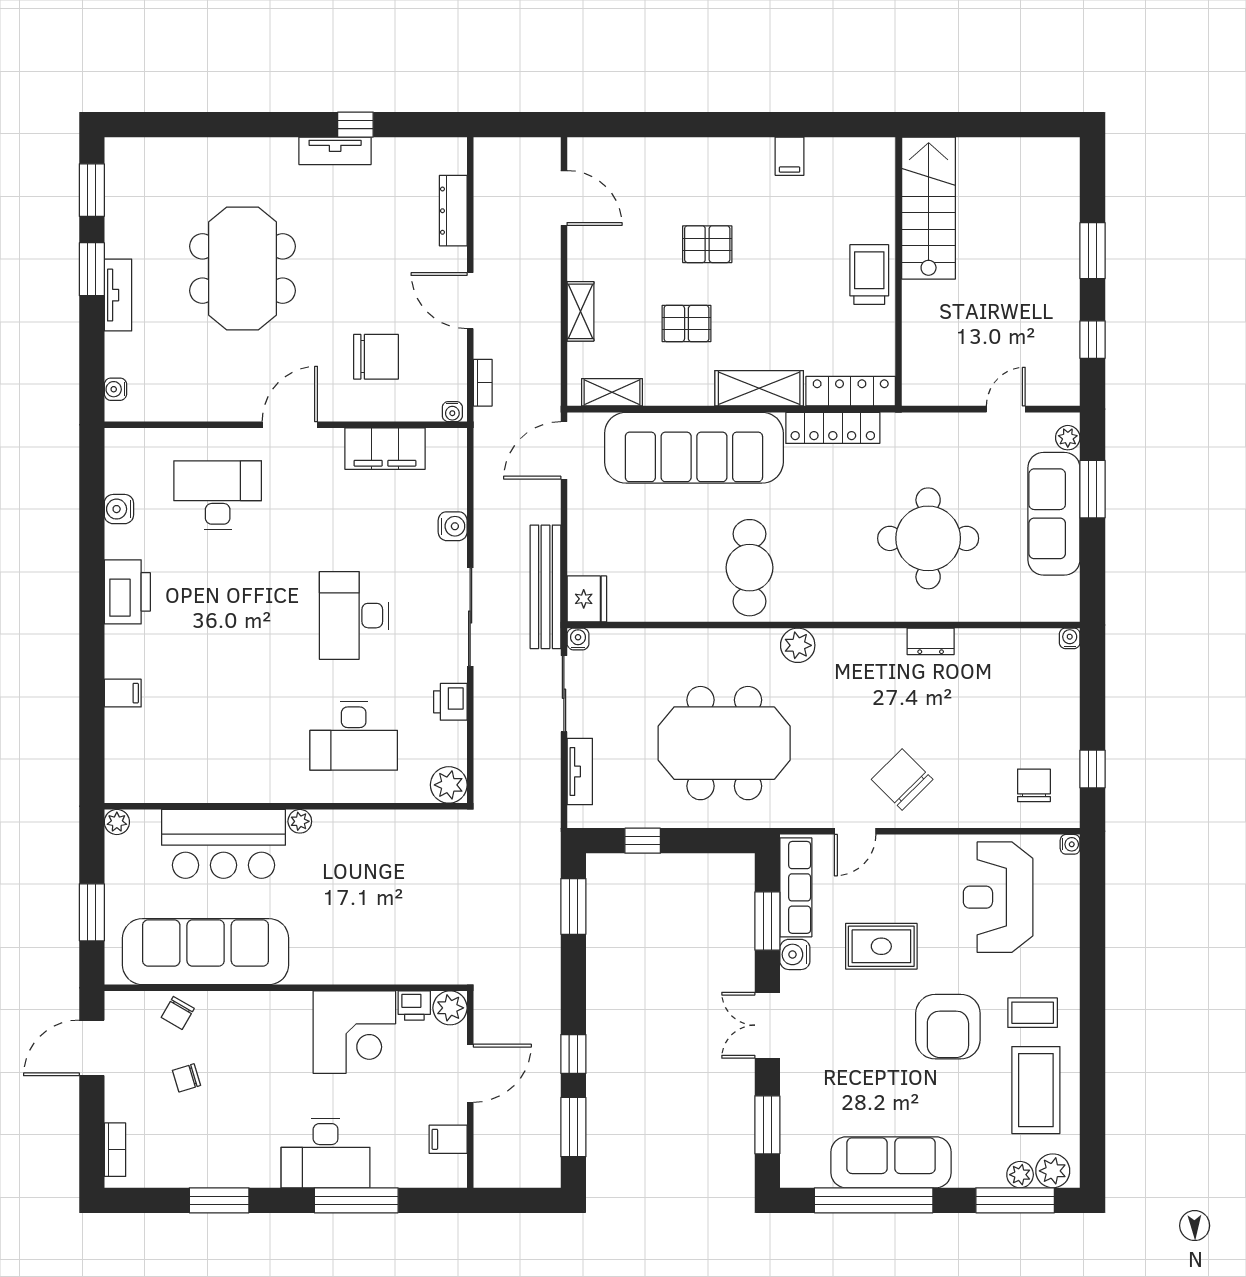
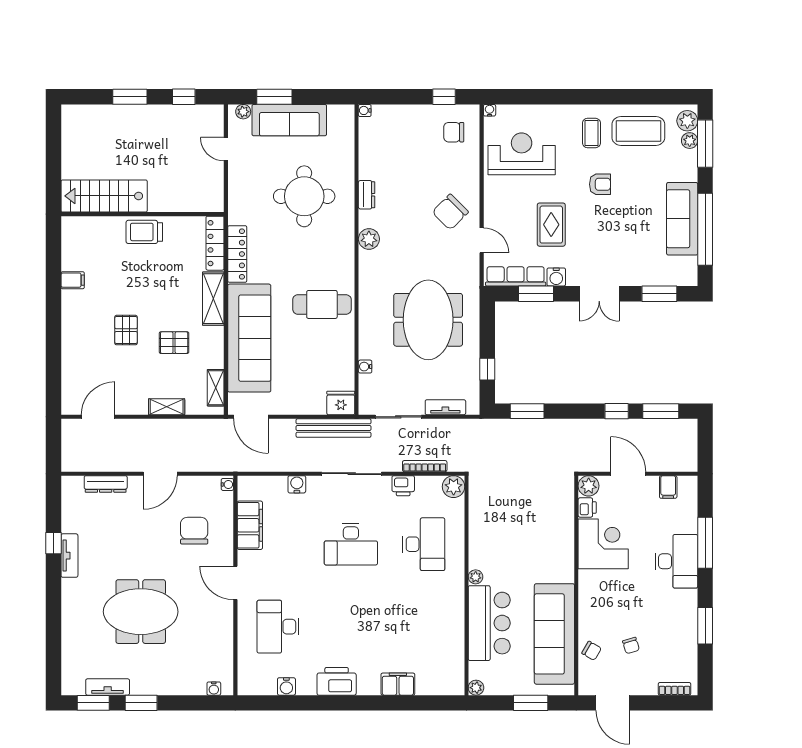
tv unit: (118, 295) -> (108, 687), moved
pallet: (686, 324) -> (174, 343), turned 90
bookcase: (483, 383) -> (425, 466), moved, width x1.56
water cooler: (578, 639) -> (365, 367), moved
plant: (798, 645) -> (369, 239), moved
filing cabinet: (123, 693) -> (398, 684), width x2.00
reception desk: (998, 897) -> (522, 154), turned 180
armchair: (948, 1027) -> (600, 184), width x0.53, depth x0.53

